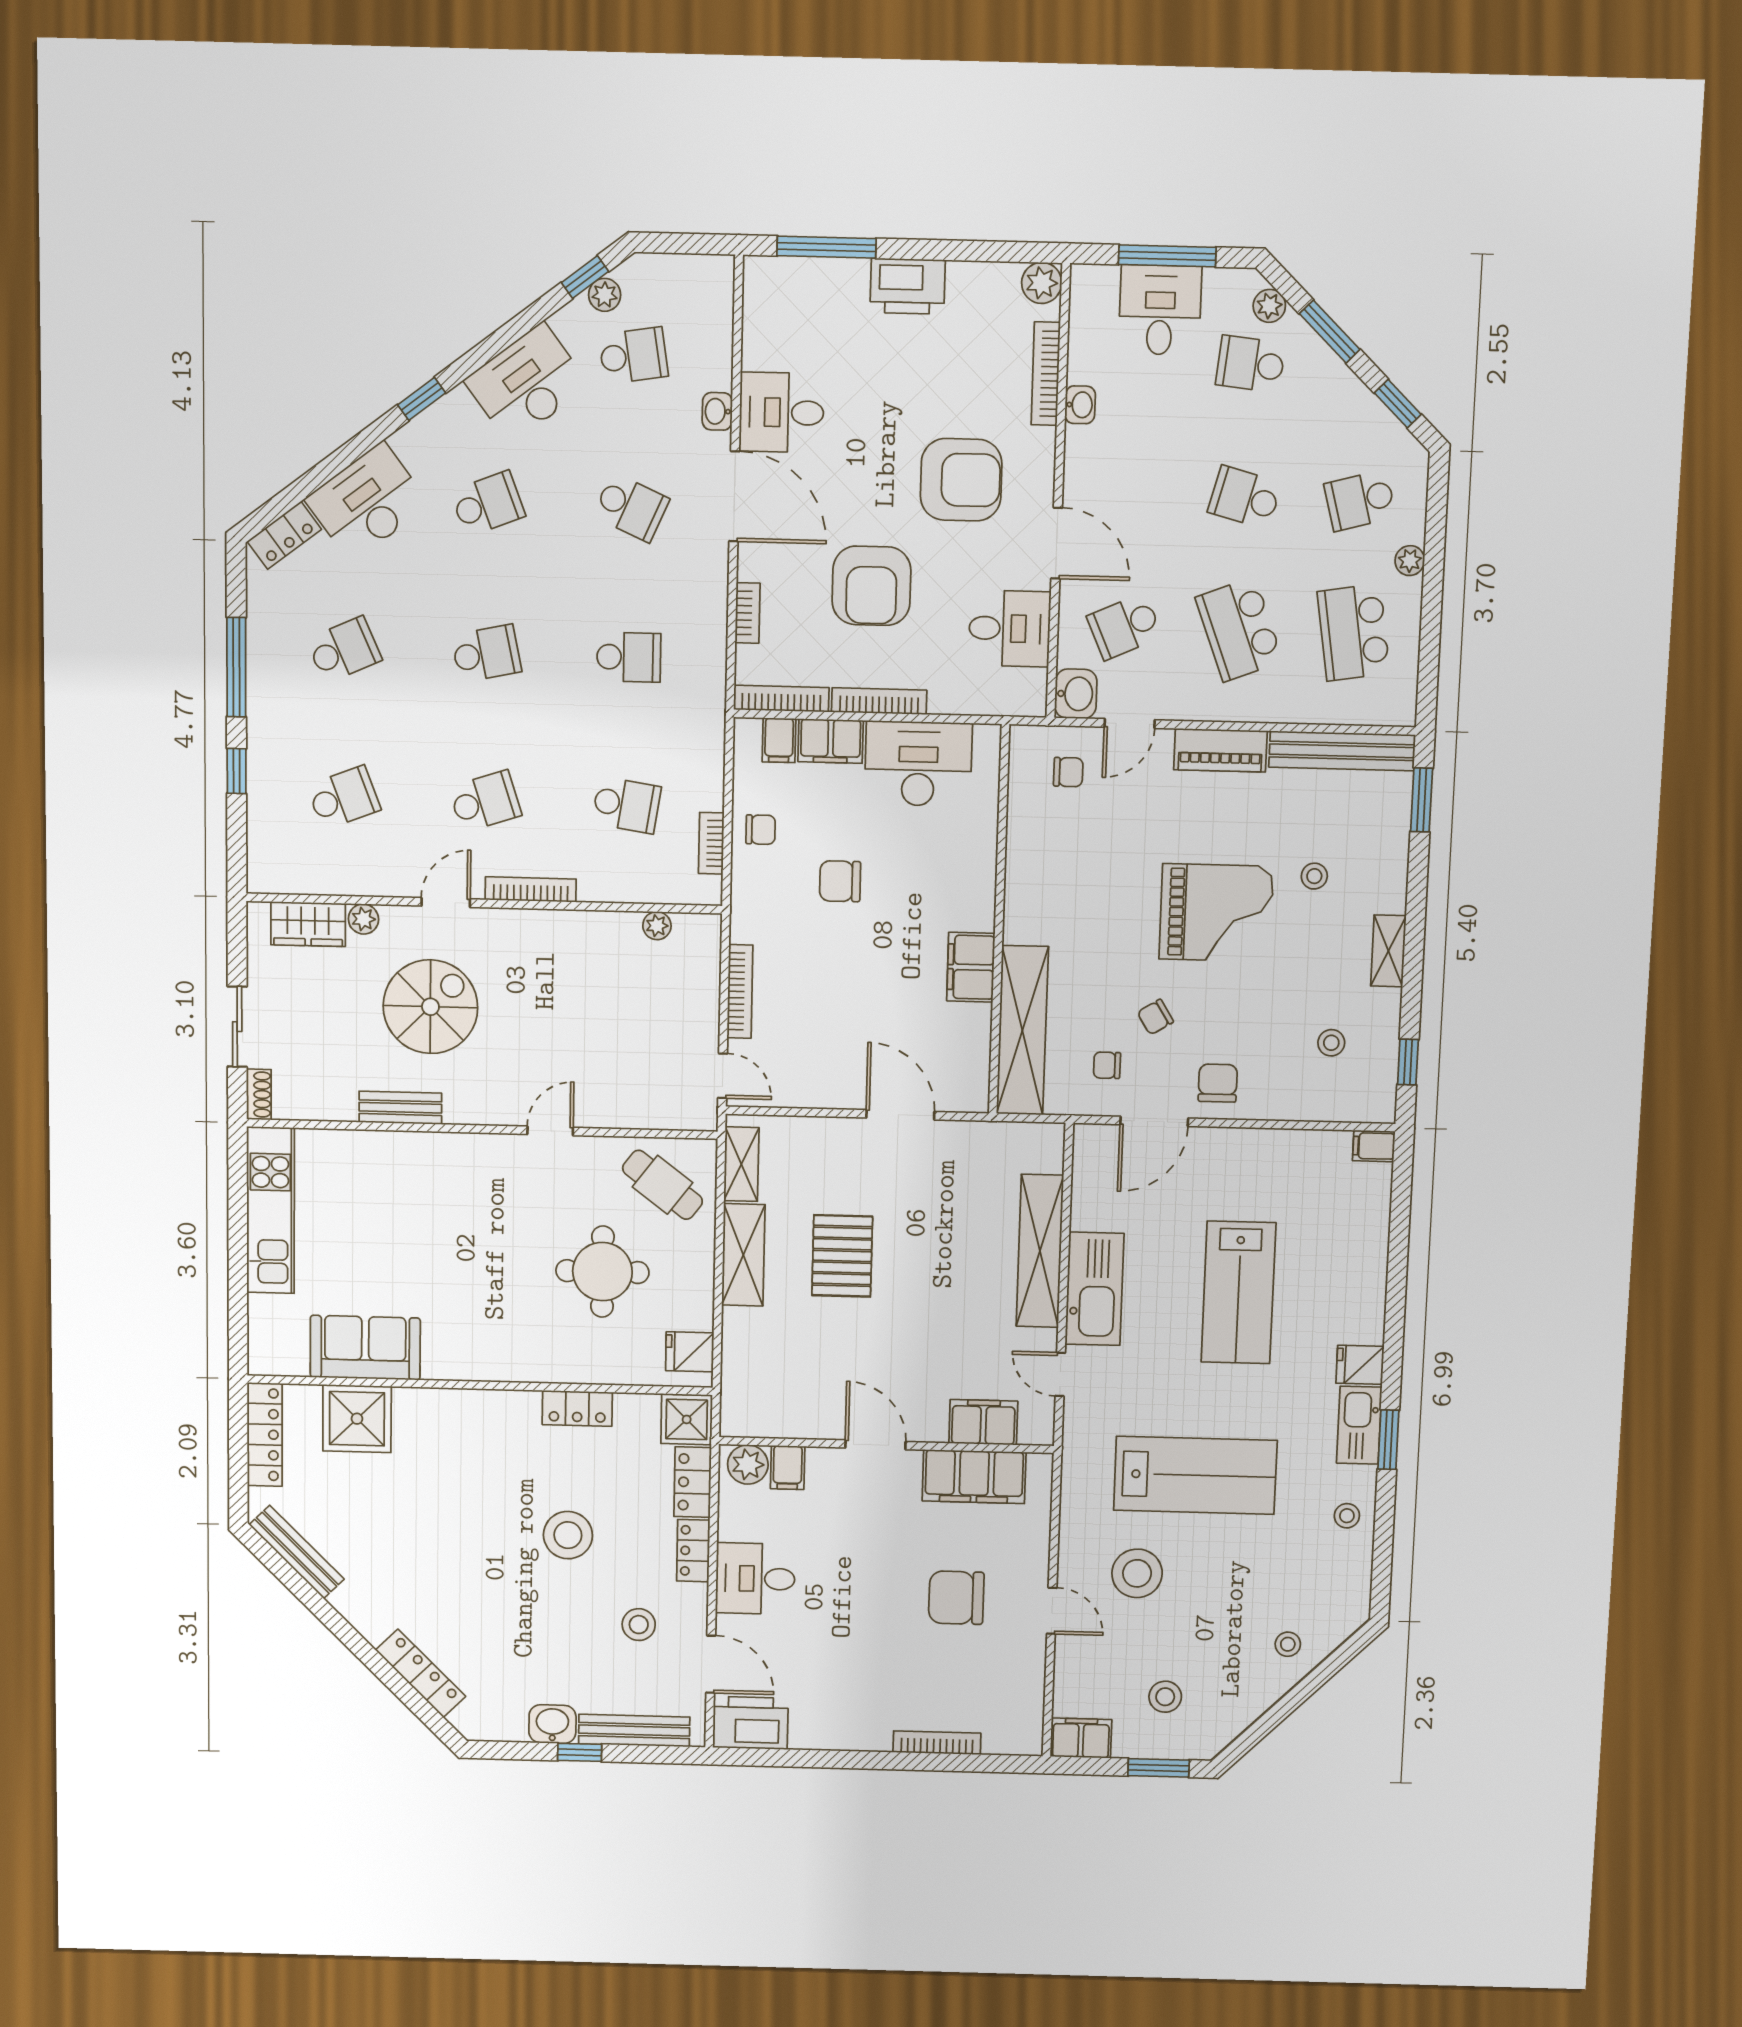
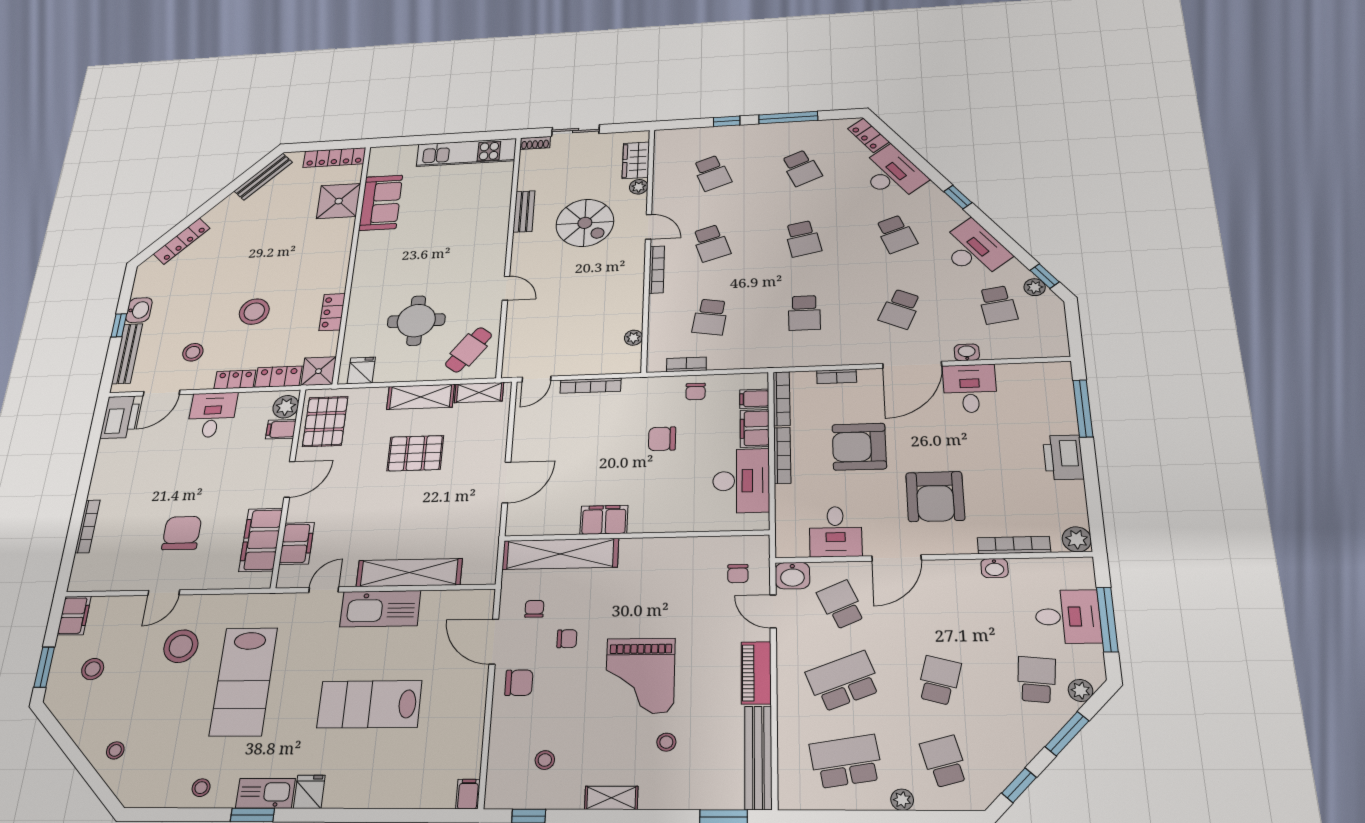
chair: (840, 881) -> (662, 439), turned -90
chair: (1155, 1017) -> (567, 639), turned 122
pallet: (778, 1400) -> (325, 421), added

